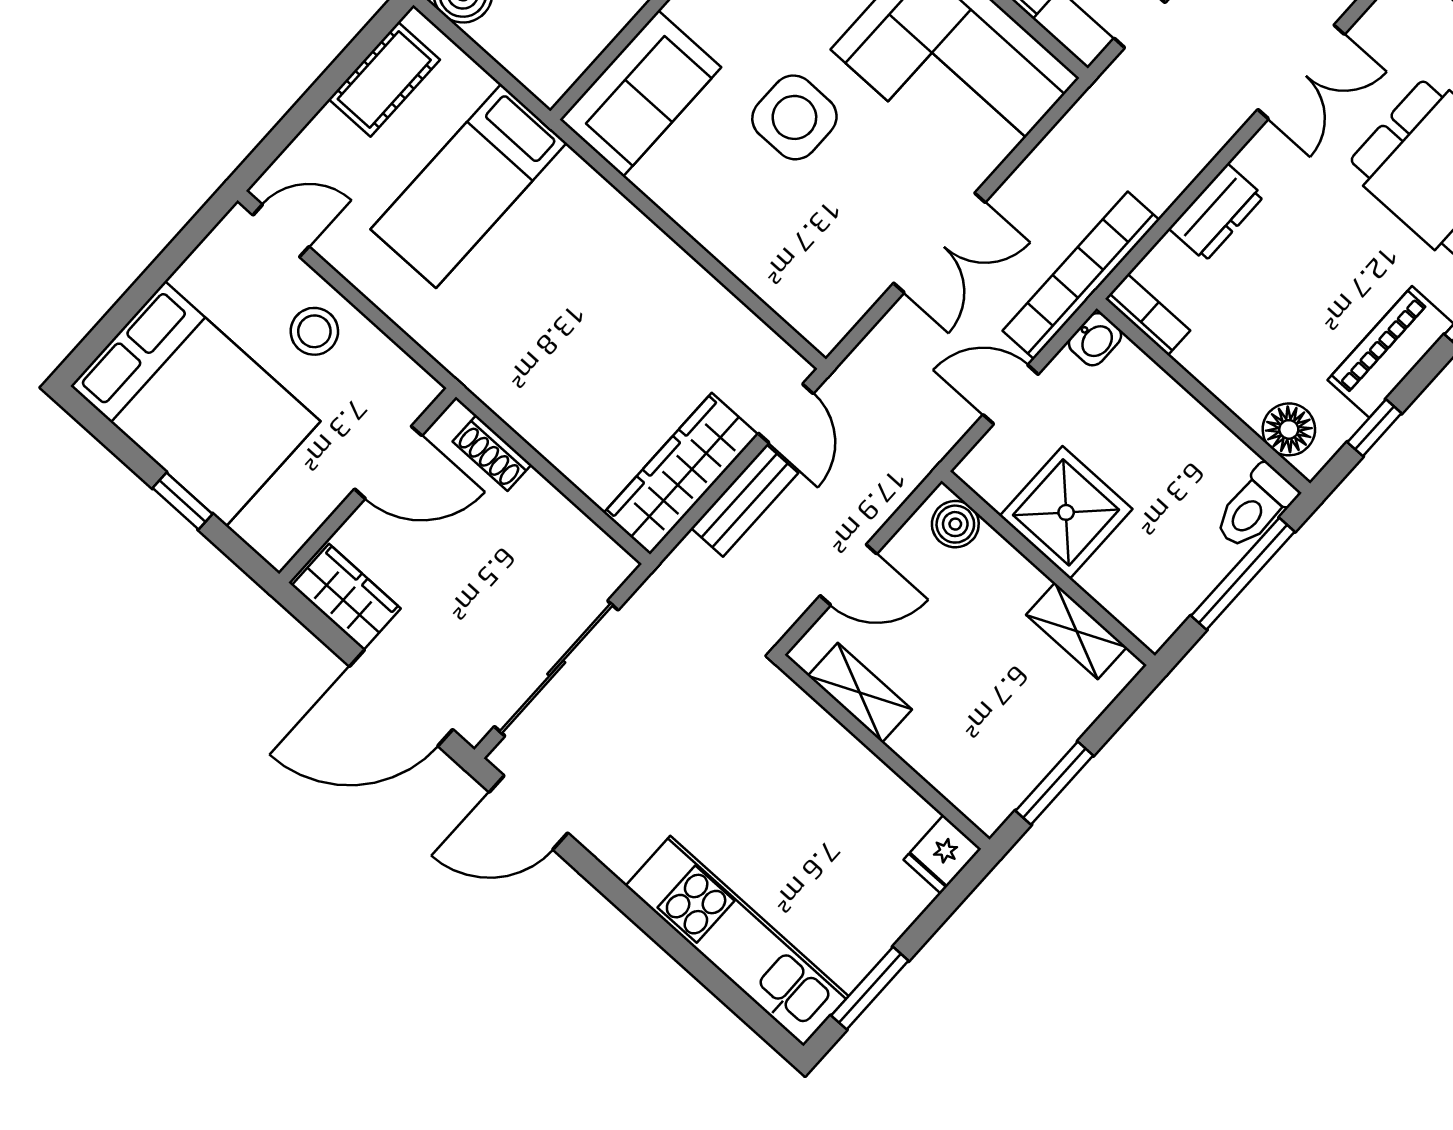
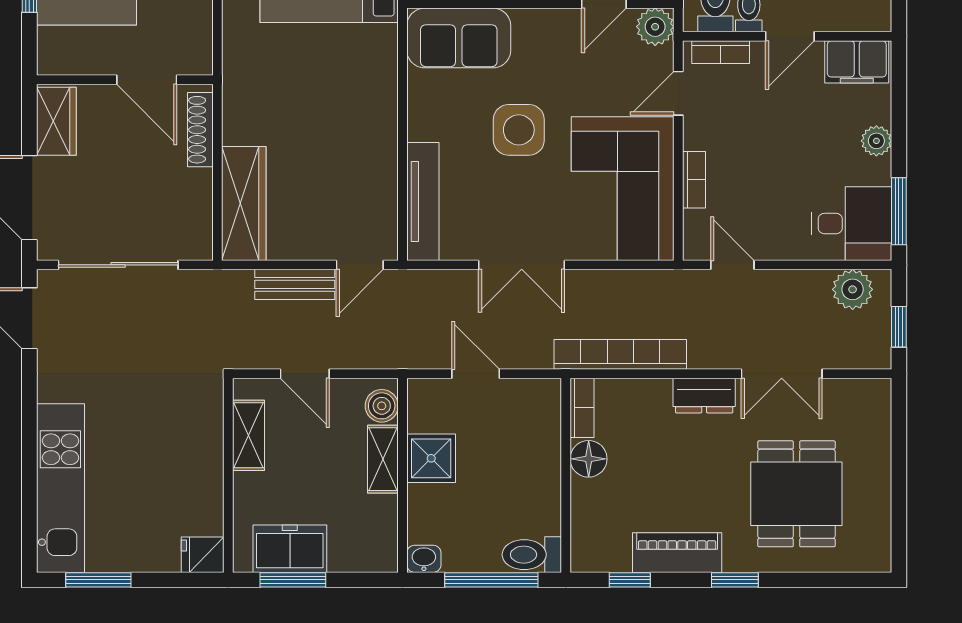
dresser: (1216, 212) -> (704, 396), moved
bookcase: (1081, 275) -> (620, 354), moved
tv unit: (779, 287) -> (423, 201), added
washbasin: (1095, 339) -> (424, 559), moved, turned 180
floor lamp: (1289, 429) -> (589, 459), moved
shoe rack: (492, 453) -> (200, 130), width x1.43
wardrobe: (681, 474) -> (244, 203), moved, turned 90
shower: (1066, 512) -> (431, 458), width x0.73, depth x0.73
shelving: (1076, 631) -> (383, 459), moved
freezer: (1019, 757) -> (290, 549), added

